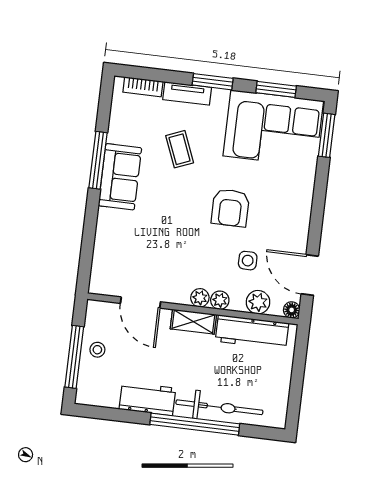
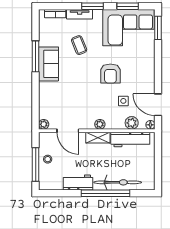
plant: (220, 300) -> (44, 124), moved

